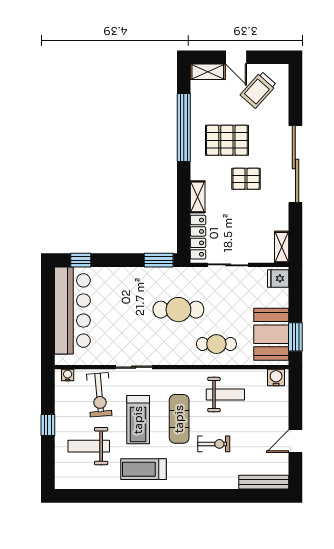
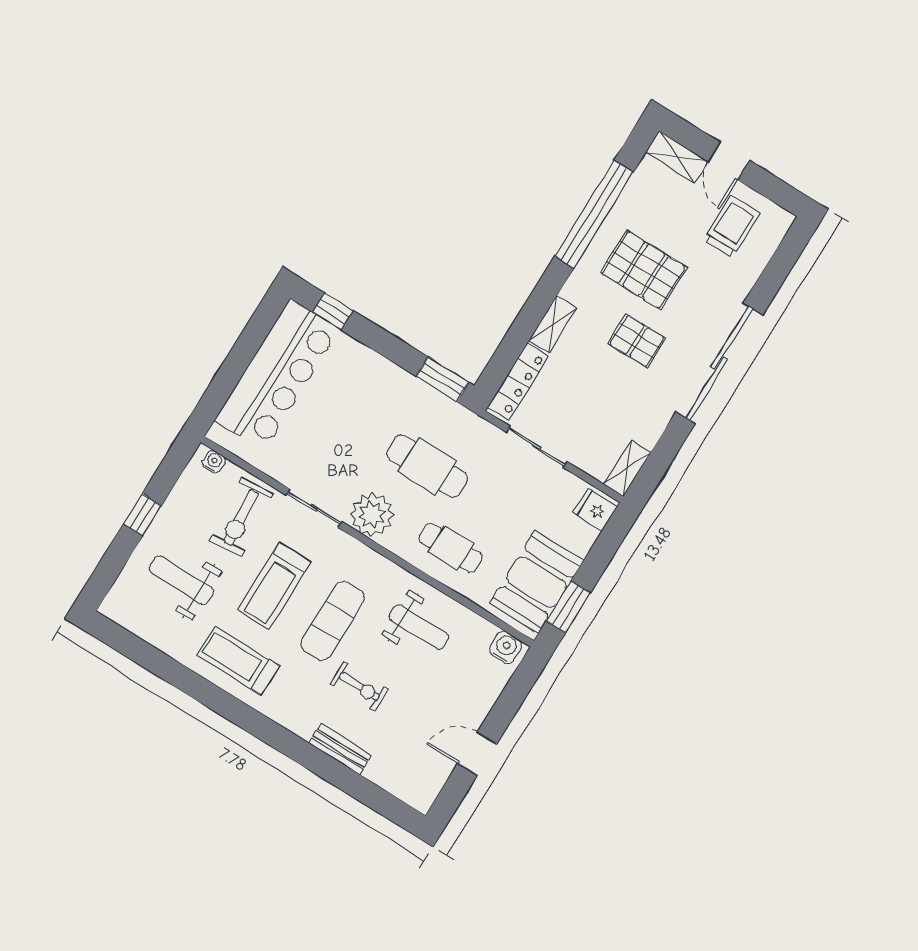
trolley: (258, 90) -> (732, 226), turned 138
plant: (165, 352) -> (372, 515), added
bench: (264, 482) -> (340, 749), moved, width x0.73

